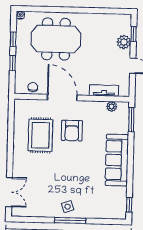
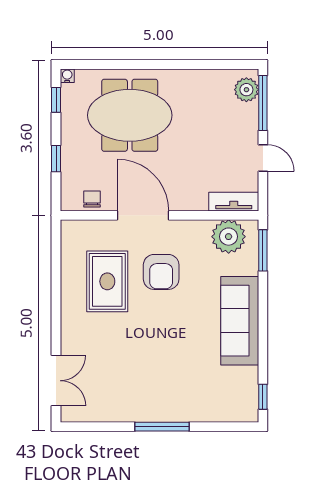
window: (134, 34) -> (263, 103), width x2.17
window: (13, 39) -> (56, 100), moved
plant: (124, 42) -> (246, 90), moved
tv unit: (104, 90) -> (234, 202), moved
plant: (112, 106) -> (229, 237), width x1.88, depth x1.88
side table: (68, 207) -> (157, 403), removed

